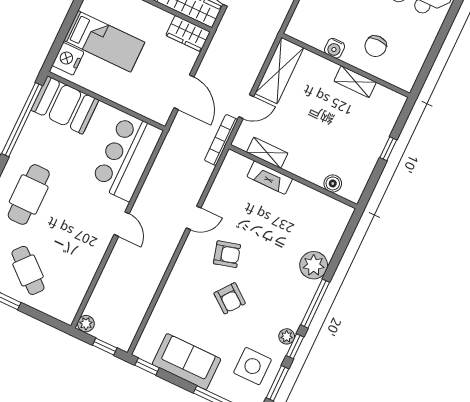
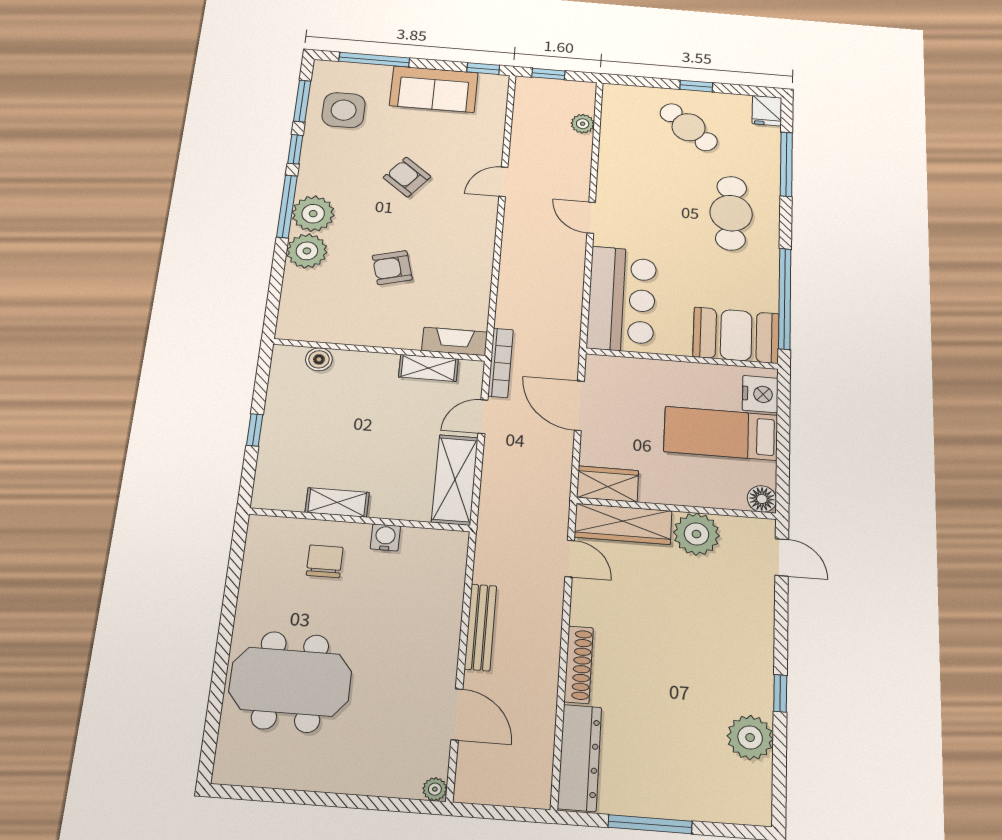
fireplace: (270, 178) -> (455, 341), moved
door: (194, 218) -> (503, 182), moved
armchair: (227, 254) -> (392, 268), moved
plant: (86, 324) -> (583, 124), moved
plant: (287, 336) -> (313, 214), moved, width x1.88, depth x1.88

